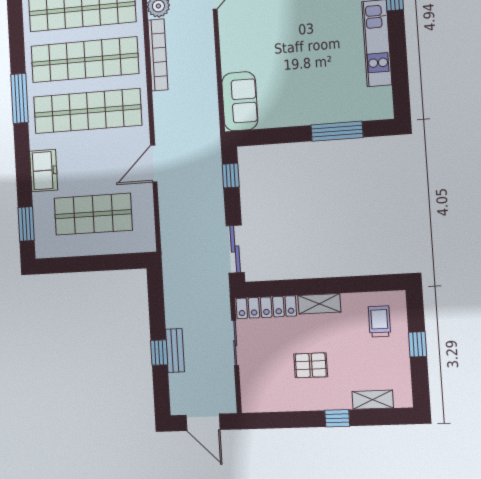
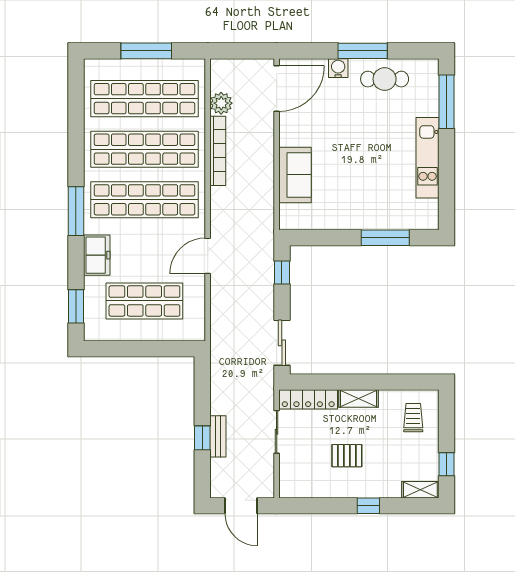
window: (20, 98) -> (76, 211), moved
sofa: (240, 101) -> (295, 175), moved
window: (418, 344) -> (447, 464), moved
shelving: (373, 400) -> (420, 490), moved

